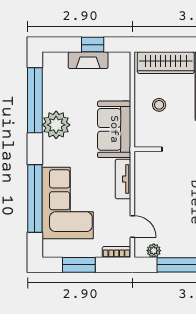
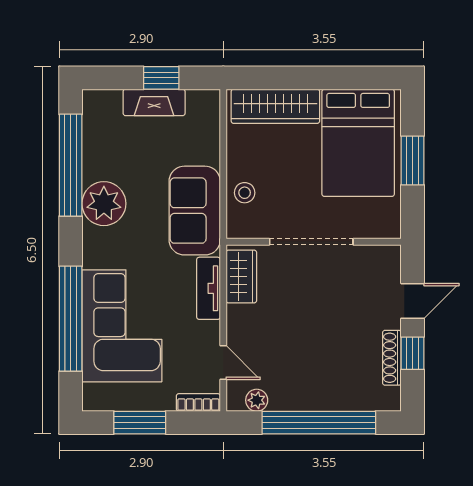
stool: (159, 105) -> (245, 193), moved
wardrobe: (144, 172) -> (241, 277), added

